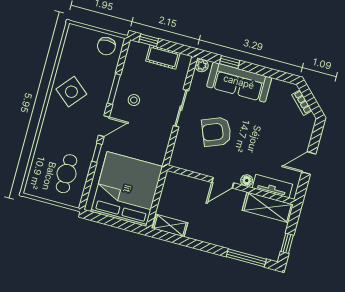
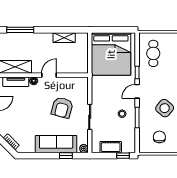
chair: (106, 46) -> (159, 137), moved
armchair: (217, 132) -> (62, 108), turned 127
shelving: (170, 226) -> (64, 38), moved

